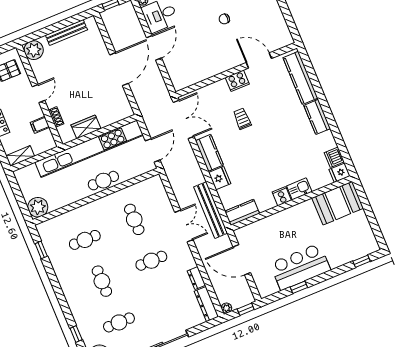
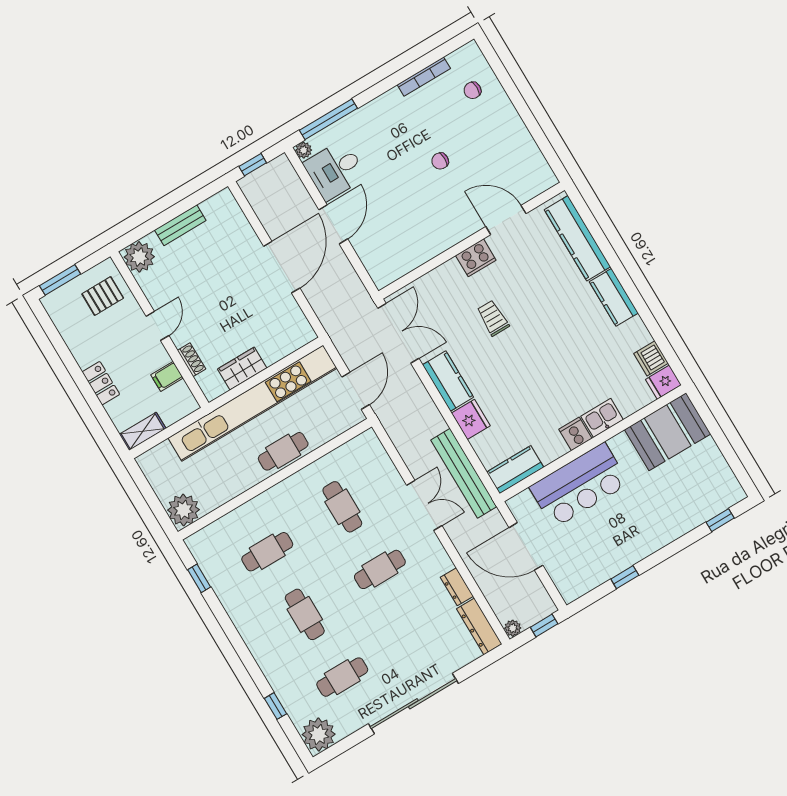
bench: (66, 33) -> (180, 225), width x0.73
bar counter: (300, 267) -> (579, 485), moved, turned 180

